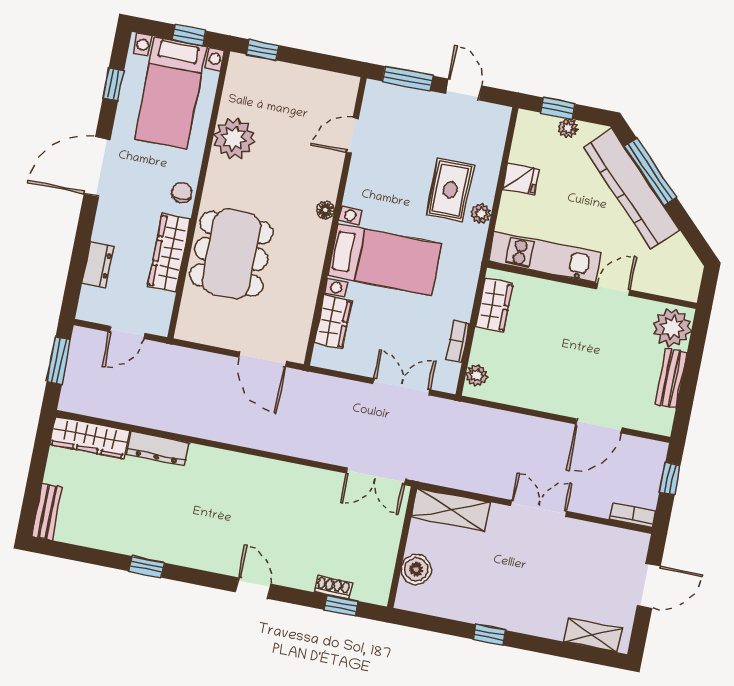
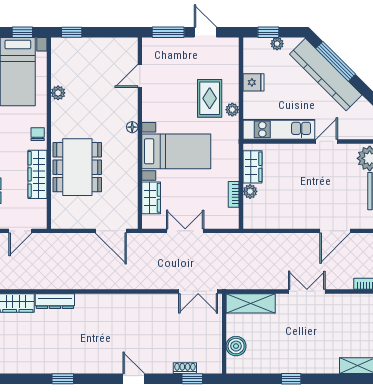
plant: (234, 139) -> (58, 93), width x0.53, depth x0.53
plant: (477, 375) -> (250, 191), moved
double door: (402, 387) -> (185, 231), moved

